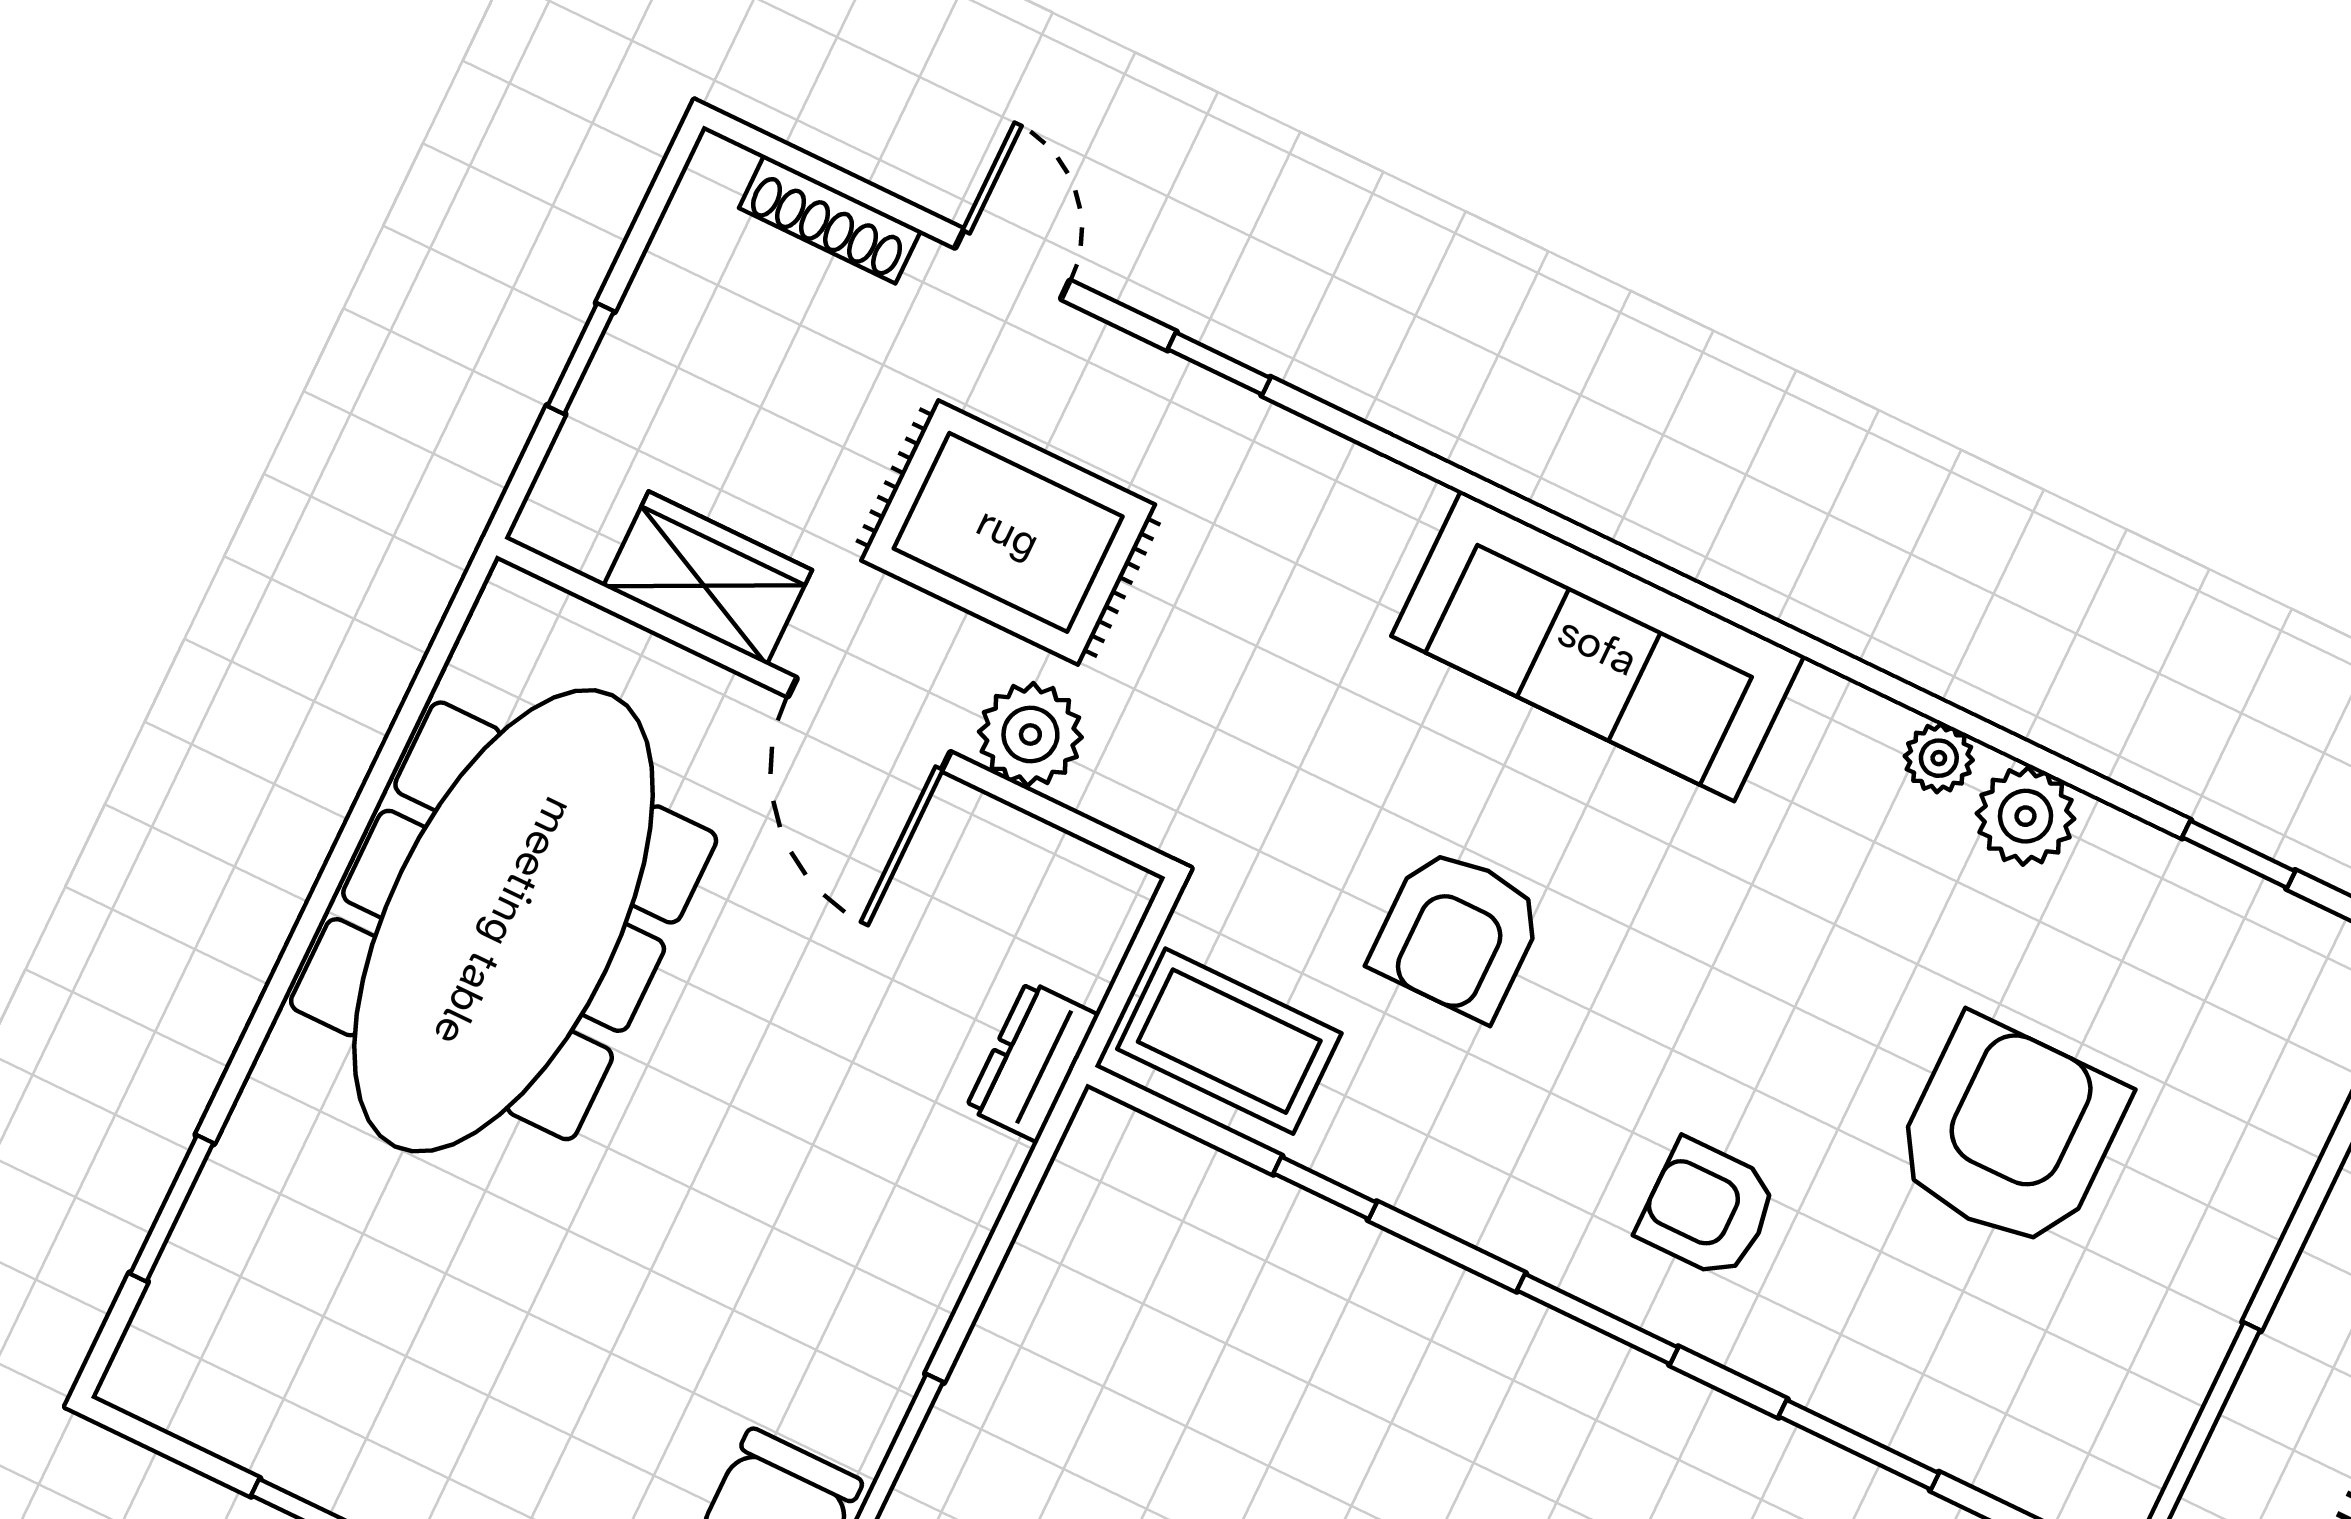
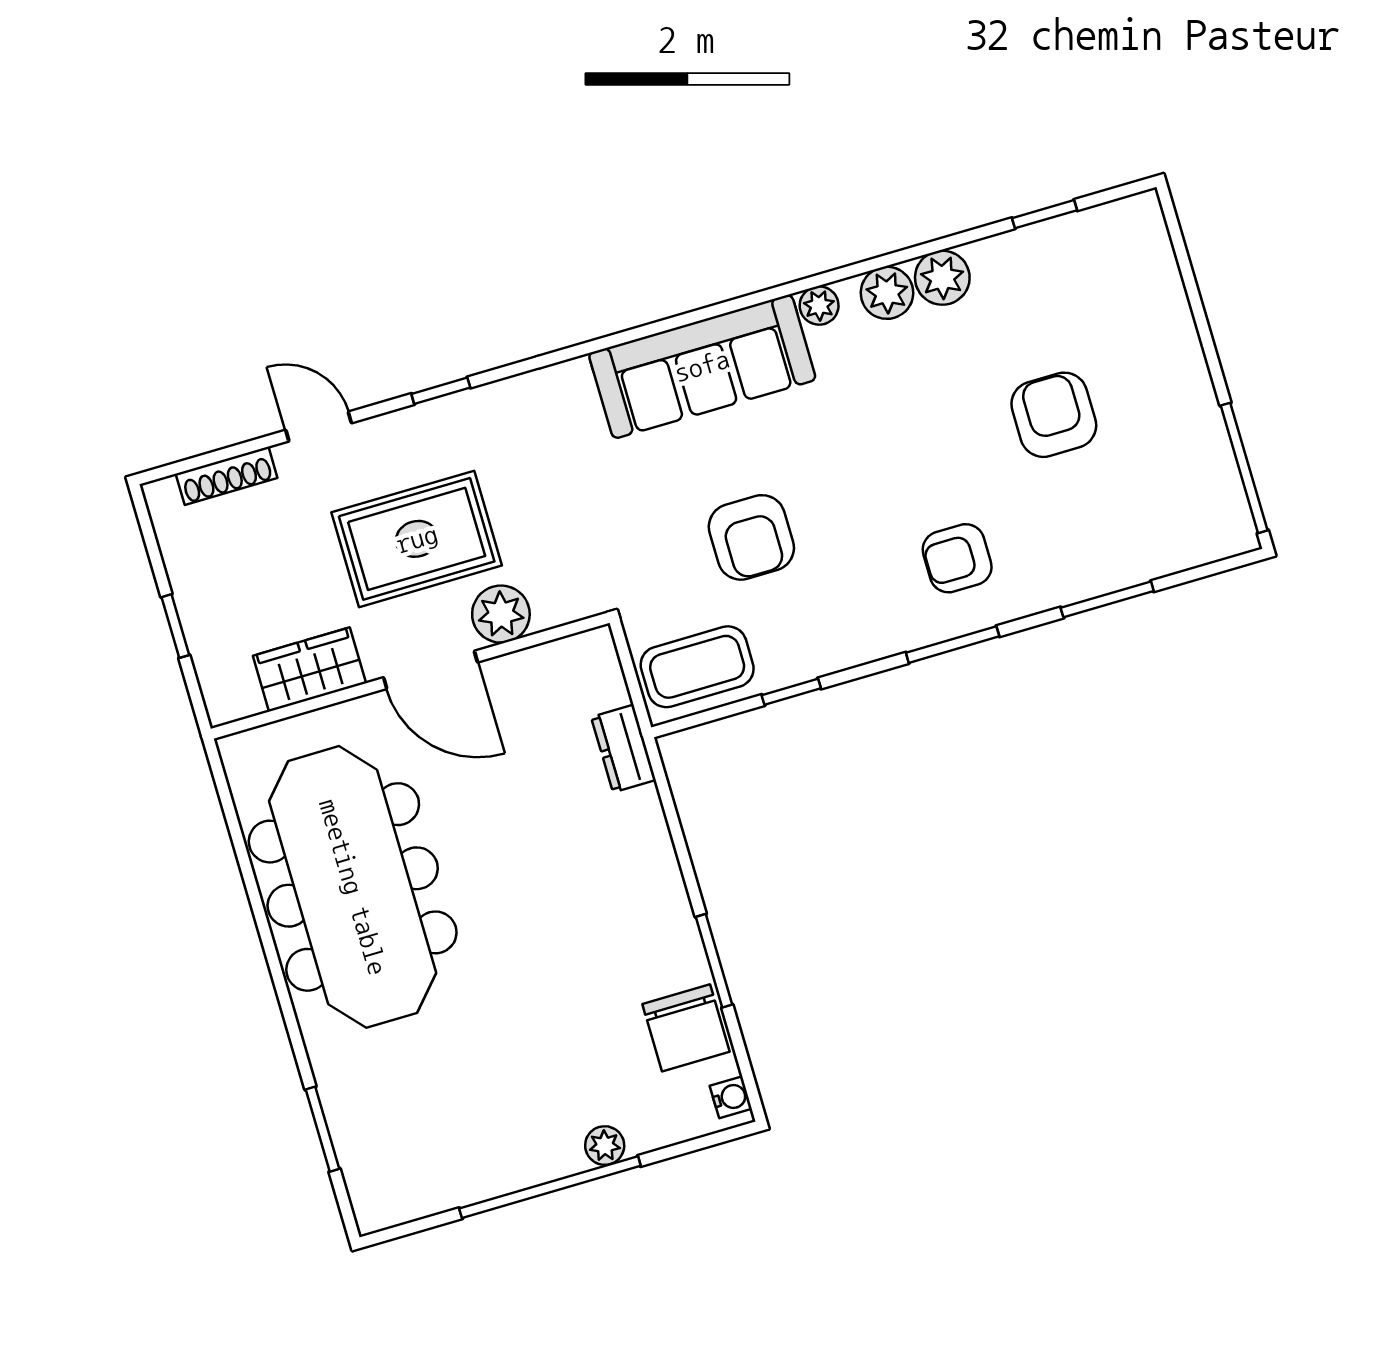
plant: (1827, 705) -> (819, 306), added
plant: (1939, 758) -> (887, 293), width x1.38, depth x1.38
armchair: (2010, 1134) -> (1054, 415), width x0.73, depth x0.73

